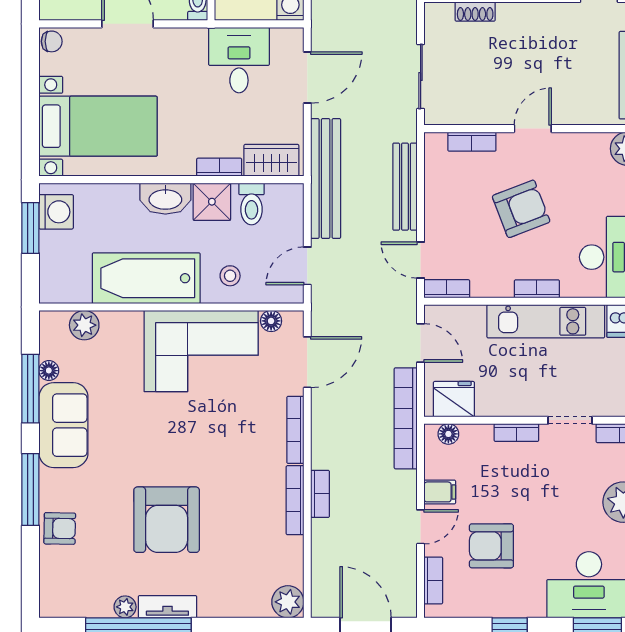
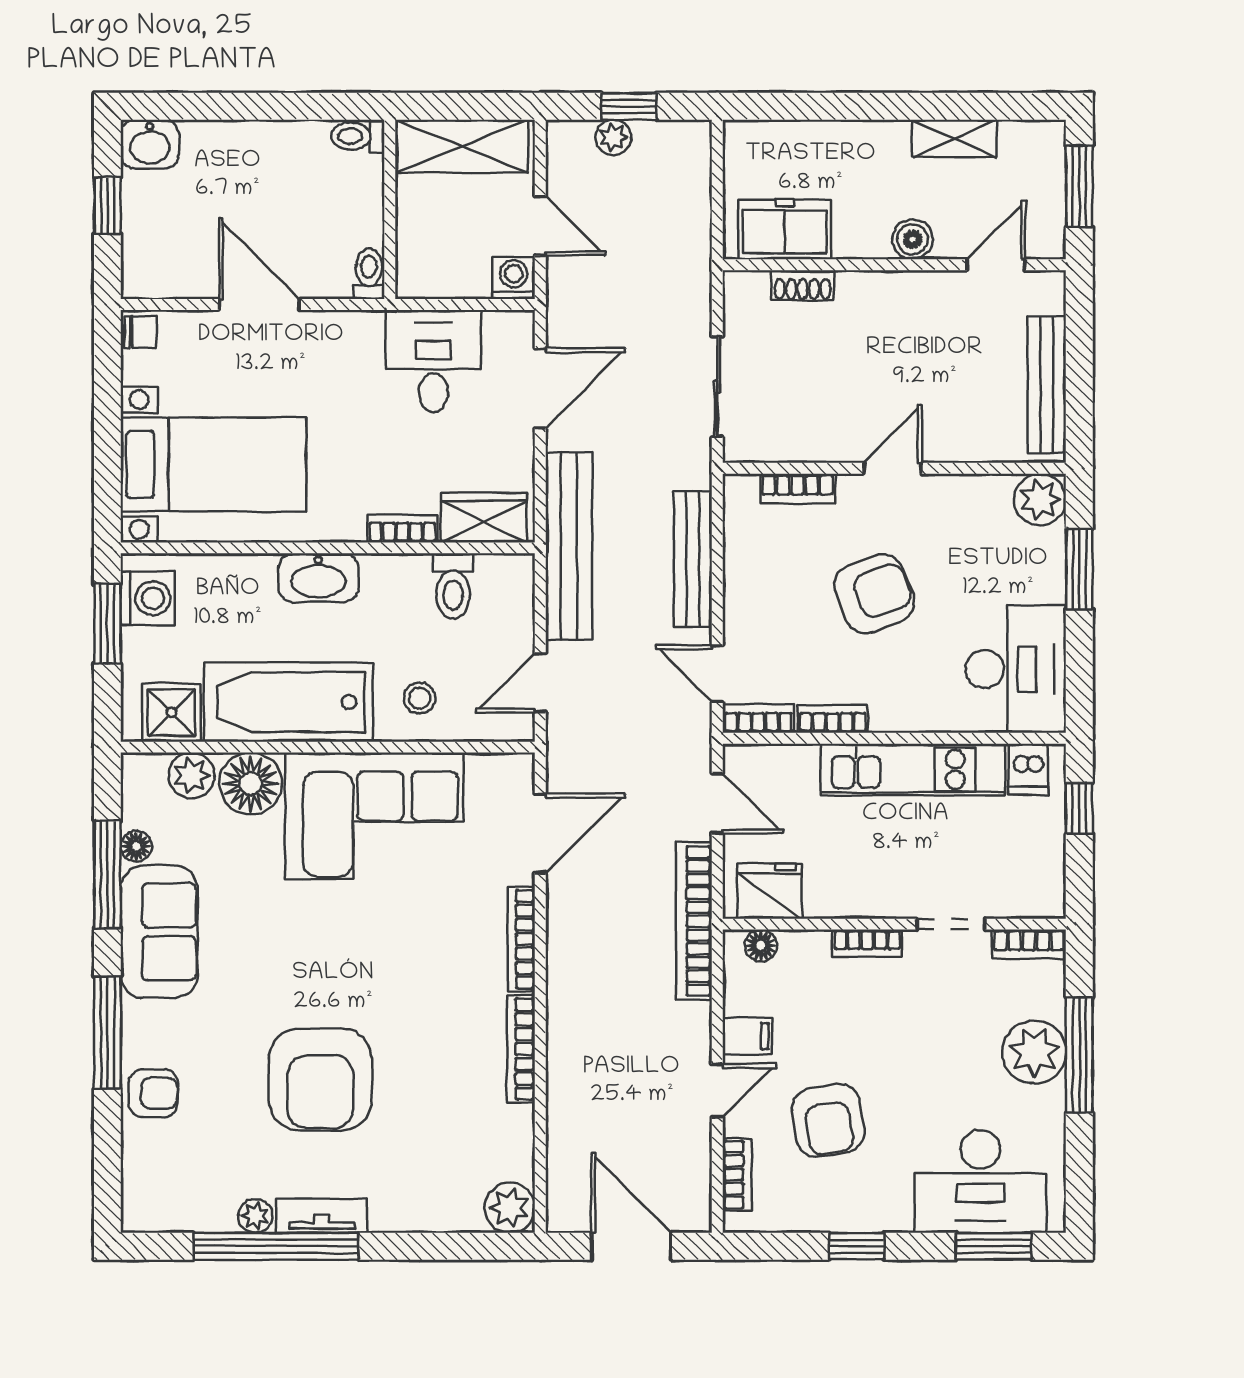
shower: (212, 202) -> (171, 713), moved
bookcase: (537, 289) -> (833, 719), moved
floor lamp: (271, 321) -> (251, 784), moved, width x1.89, depth x1.89
bookcase: (320, 494) -> (560, 1039), removed
armchair: (491, 546) -> (828, 1120), turned -98

